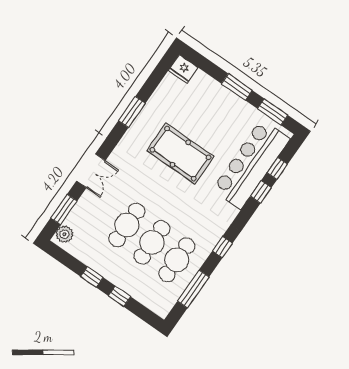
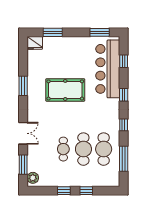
window: (237, 87) -> (53, 32), moved
window: (261, 192) -> (124, 95), moved
cafe table: (127, 225) -> (63, 149), width x0.73, depth x0.74

